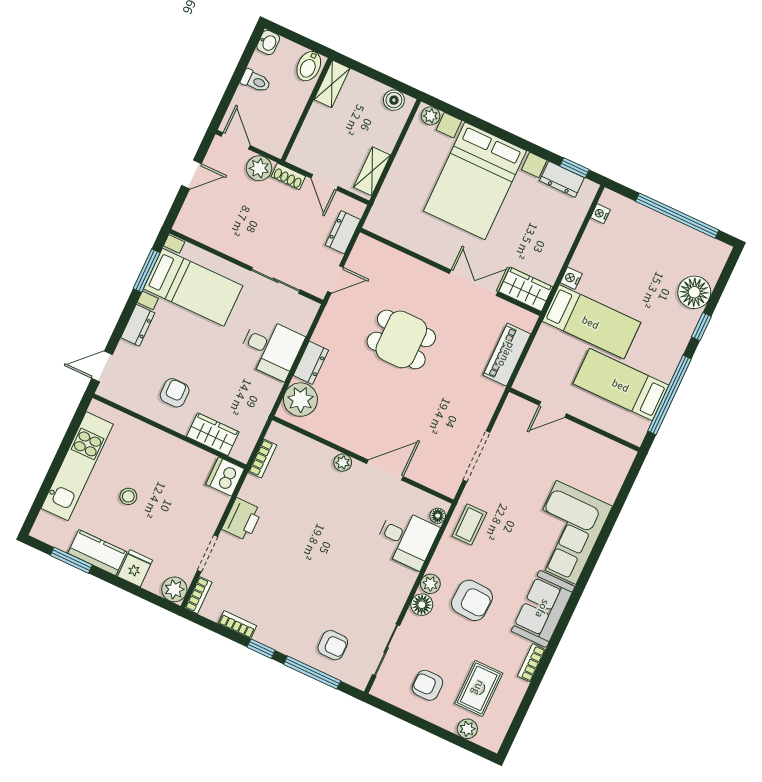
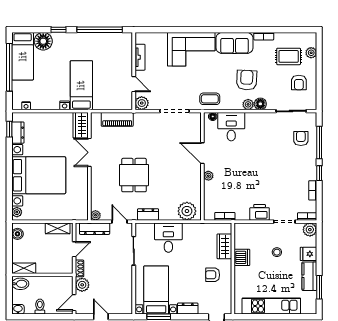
dresser: (343, 232) -> (95, 229), width x1.44
plant: (364, 244) -> (95, 215), added
dresser: (311, 363) -> (148, 214), moved
bed: (621, 385) -> (23, 56), moved
plant: (515, 408) -> (142, 103), added
tv unit: (593, 441) -> (140, 57), added
dishwasher: (225, 477) -> (242, 257), moved, turned -90
stool: (128, 496) -> (277, 252), moved

